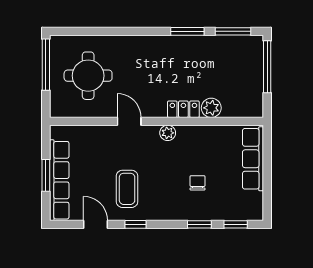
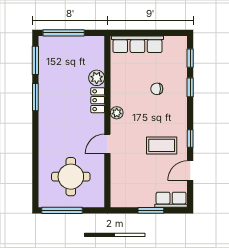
row of seats: (59, 180) -> (171, 200), width x0.50

